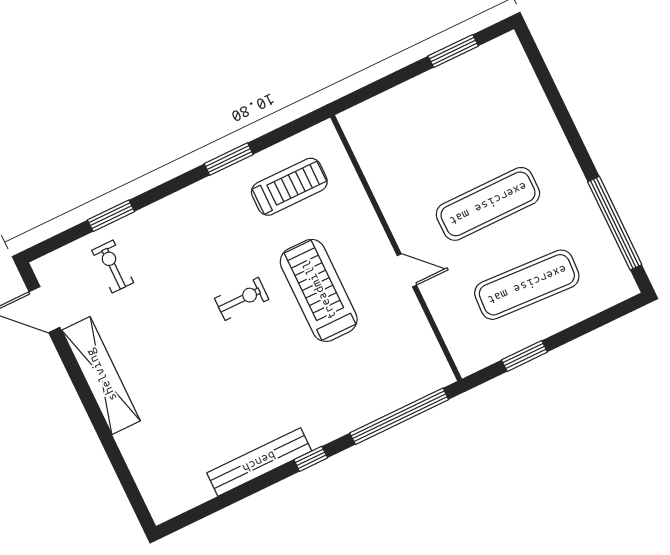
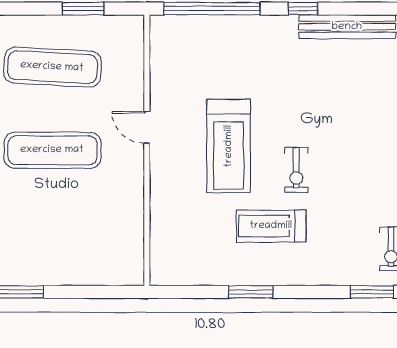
treadmill: (289, 187) -> (271, 226), moved
exercise bike: (242, 299) -> (296, 170), turned -90

